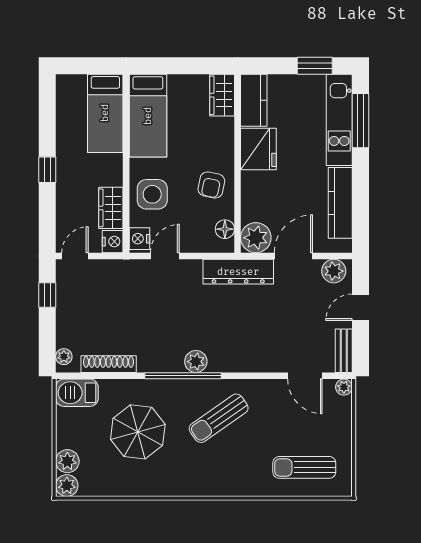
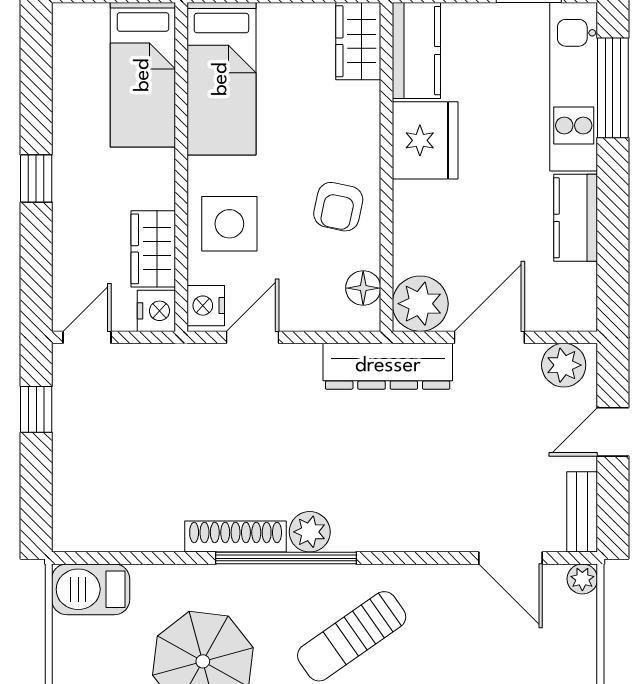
kitchen counter: (340, 203) -> (576, 218), width x0.67
plant: (64, 357) -> (67, 523), removed
shoe rack: (109, 364) -> (236, 537), moved

